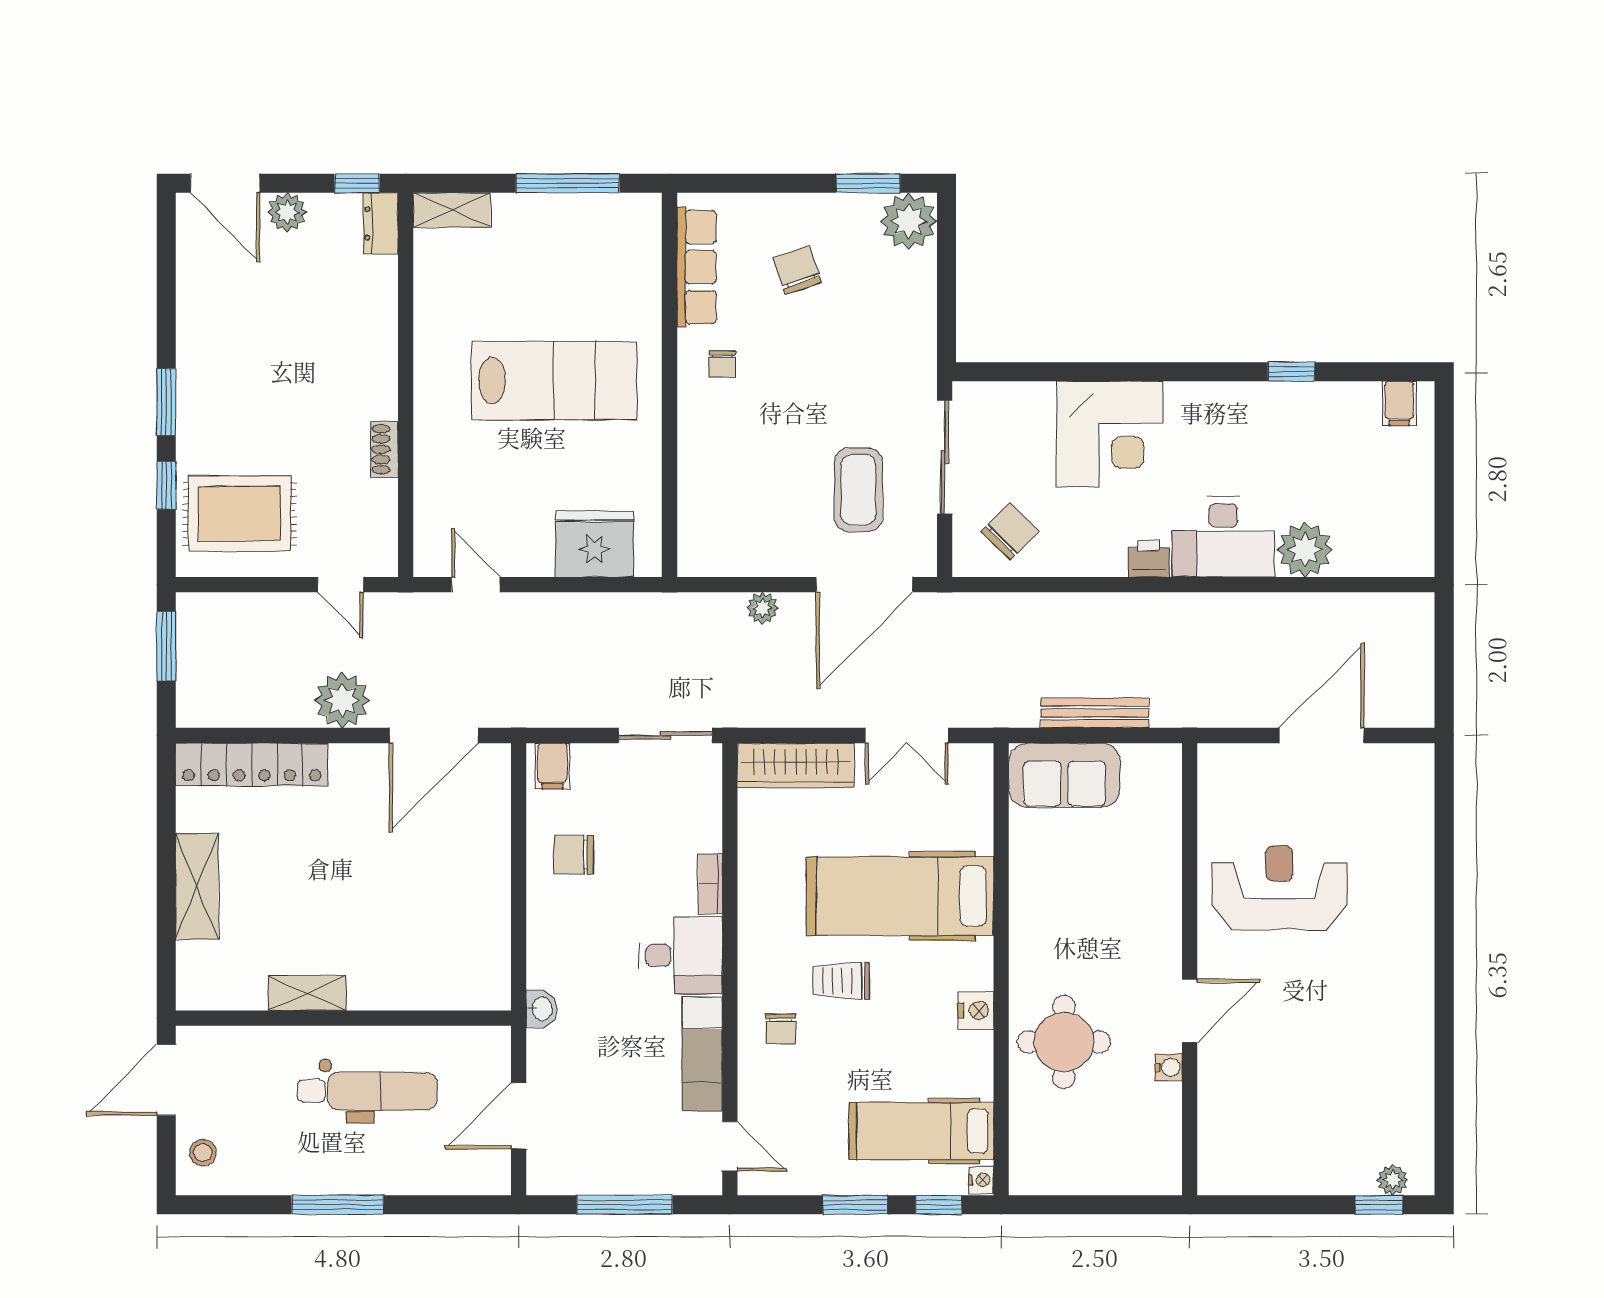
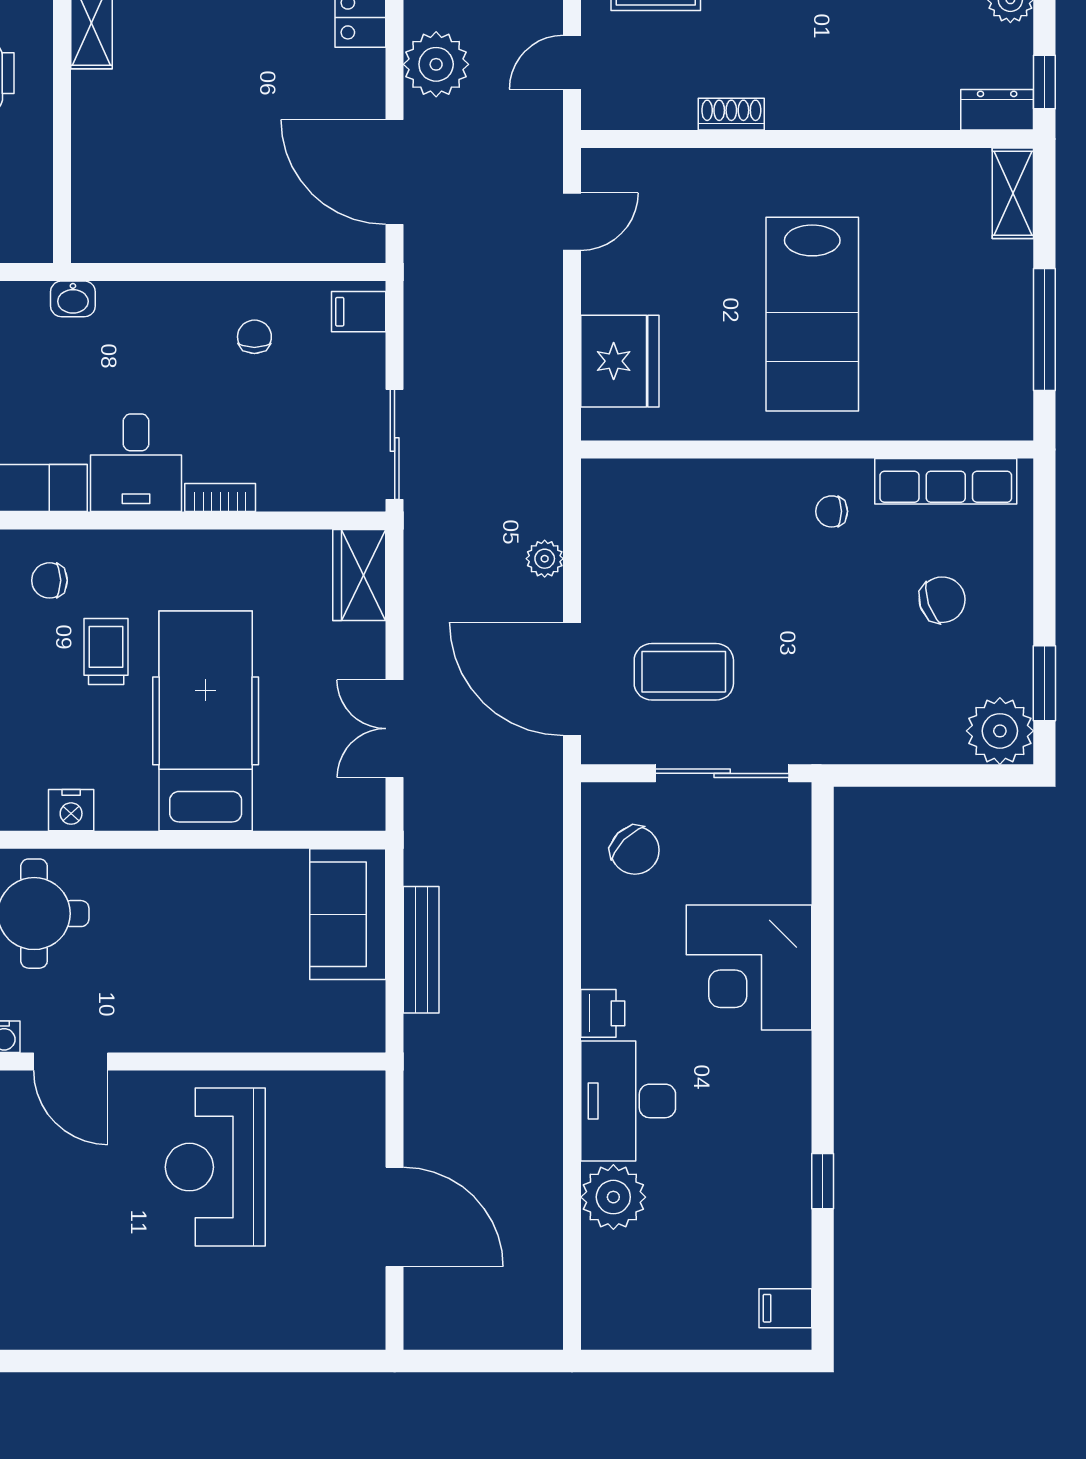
wardrobe: (796, 766) -> (359, 575), width x0.67
chair: (574, 855) -> (254, 337), width x0.73, depth x0.73
reception desk: (1279, 888) -> (215, 1167), turned 180

